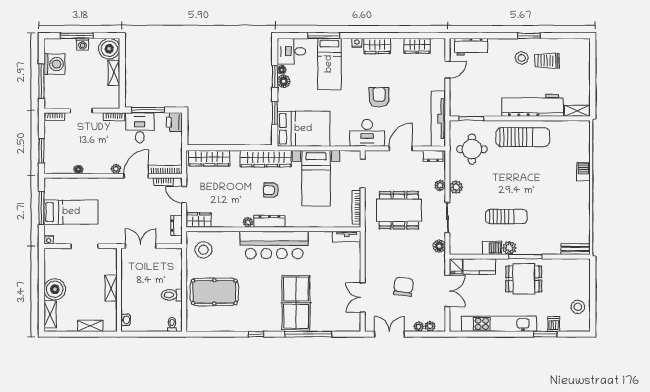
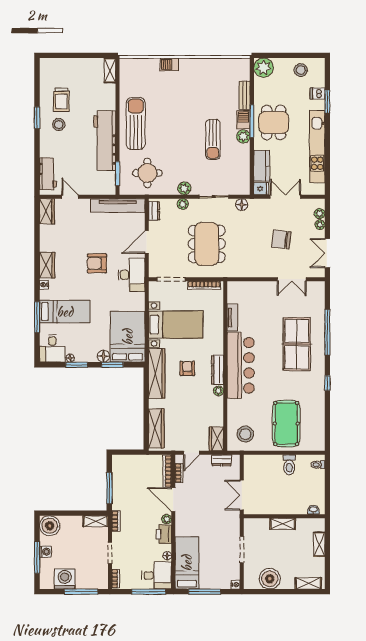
wardrobe: (417, 46) -> (47, 211), moved
shelving: (114, 73) -> (96, 521), moved
floor lamp: (284, 81) -> (103, 356), moved
workbench: (533, 105) -> (105, 141), moved
printer: (174, 122) -> (164, 534), moved, turned 90
desk: (140, 128) -> (157, 575), moved, turned 180
door: (401, 148) -> (147, 242), hinge flipped
window: (41, 151) -> (149, 592), width x1.44
armchair: (271, 190) -> (187, 368), turned 180
bed: (71, 212) -> (187, 563), moved
sun lounger: (506, 217) -> (213, 139), turned 180
tv unit: (347, 237) -> (232, 318), moved
barbecue: (492, 248) -> (243, 120), moved
bench: (576, 249) -> (245, 95), moved
plant: (580, 269) -> (263, 68), added
boiler: (55, 289) -> (270, 579), moved
table tennis table: (296, 303) -> (297, 344), turned 90

